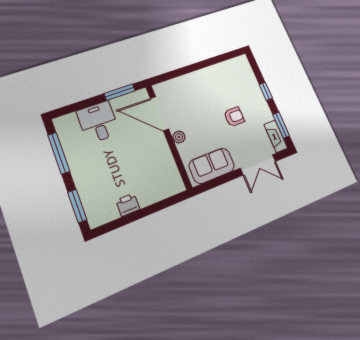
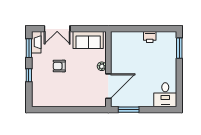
door: (159, 114) -> (108, 86), hinge flipped
desk: (98, 122) -> (165, 95), moved
window: (59, 153) -> (179, 84), removed
double door: (258, 165) -> (57, 29), swing flipped

